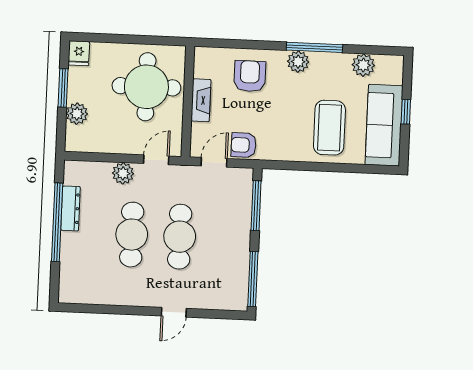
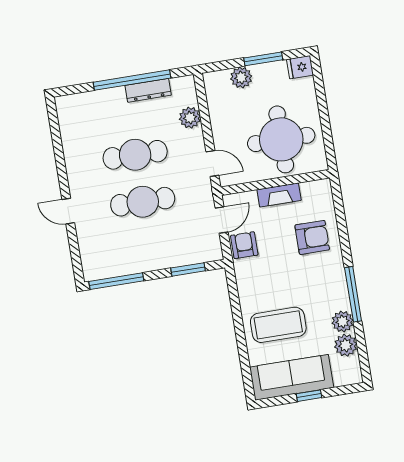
plant: (298, 62) -> (342, 322), moved
door: (214, 162) -> (222, 220), hinge flipped
plant: (123, 173) -> (190, 118), moved
window: (256, 206) -> (188, 269), width x0.69

